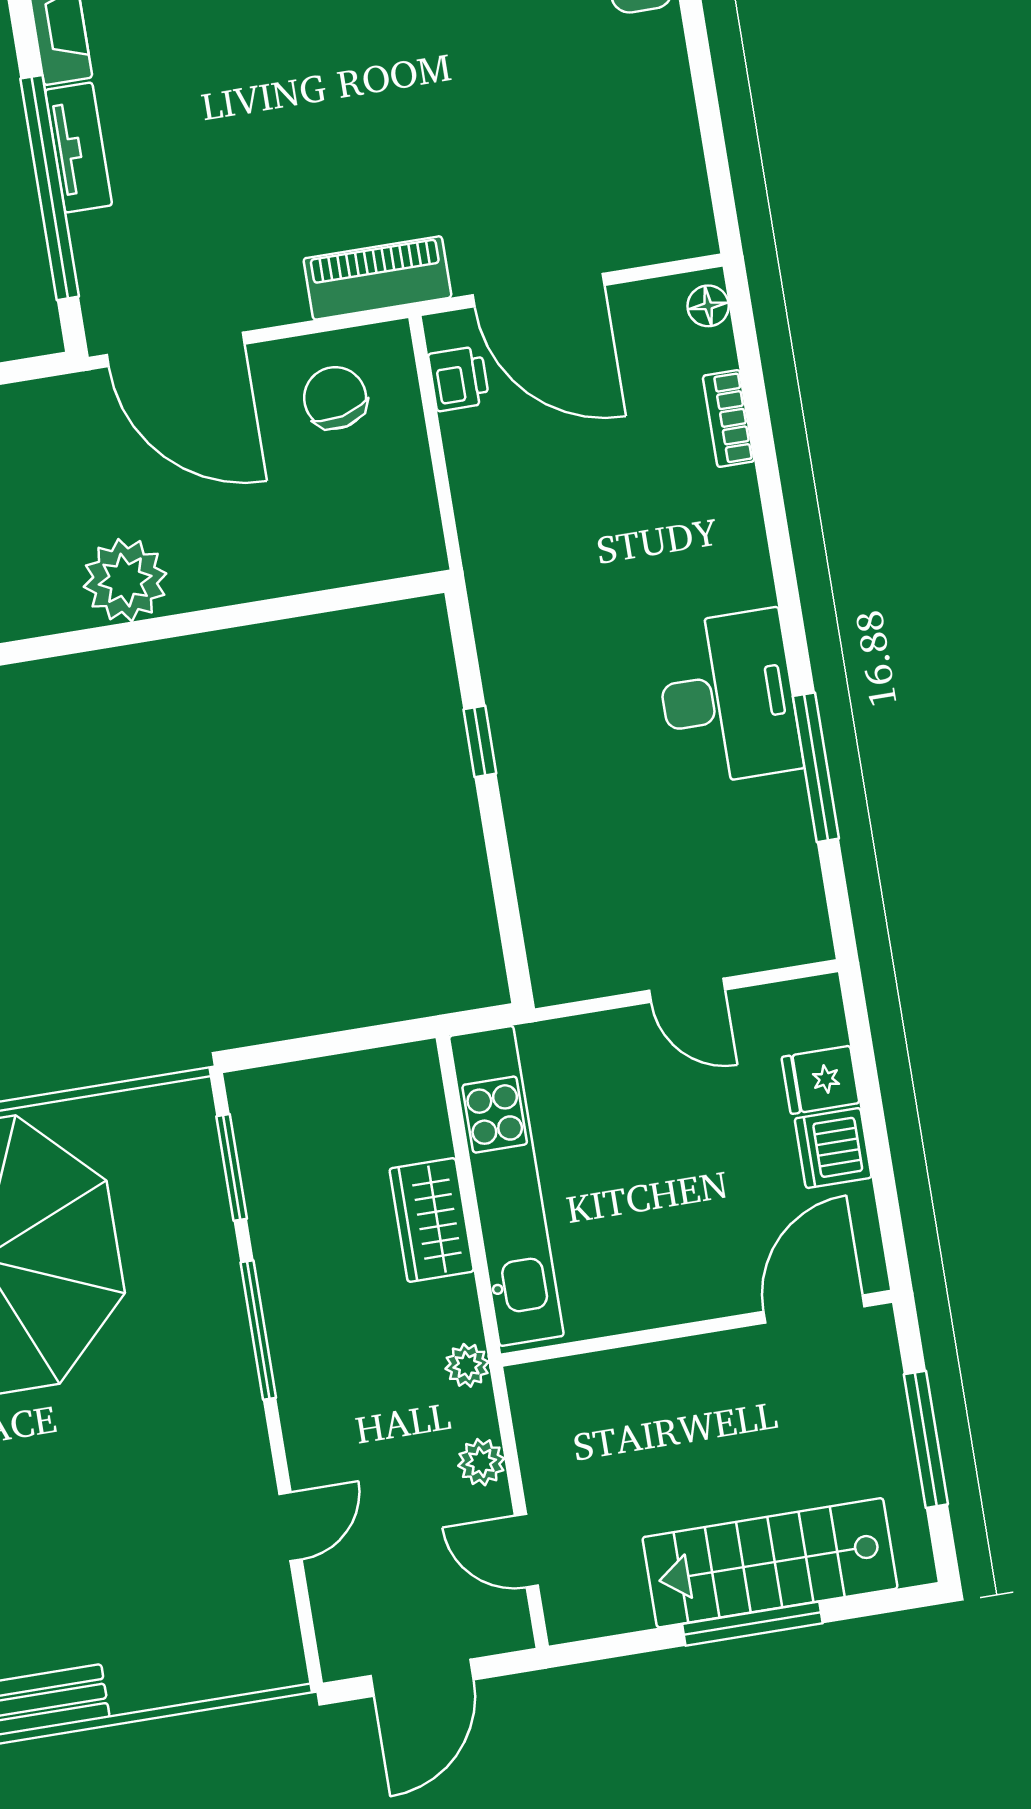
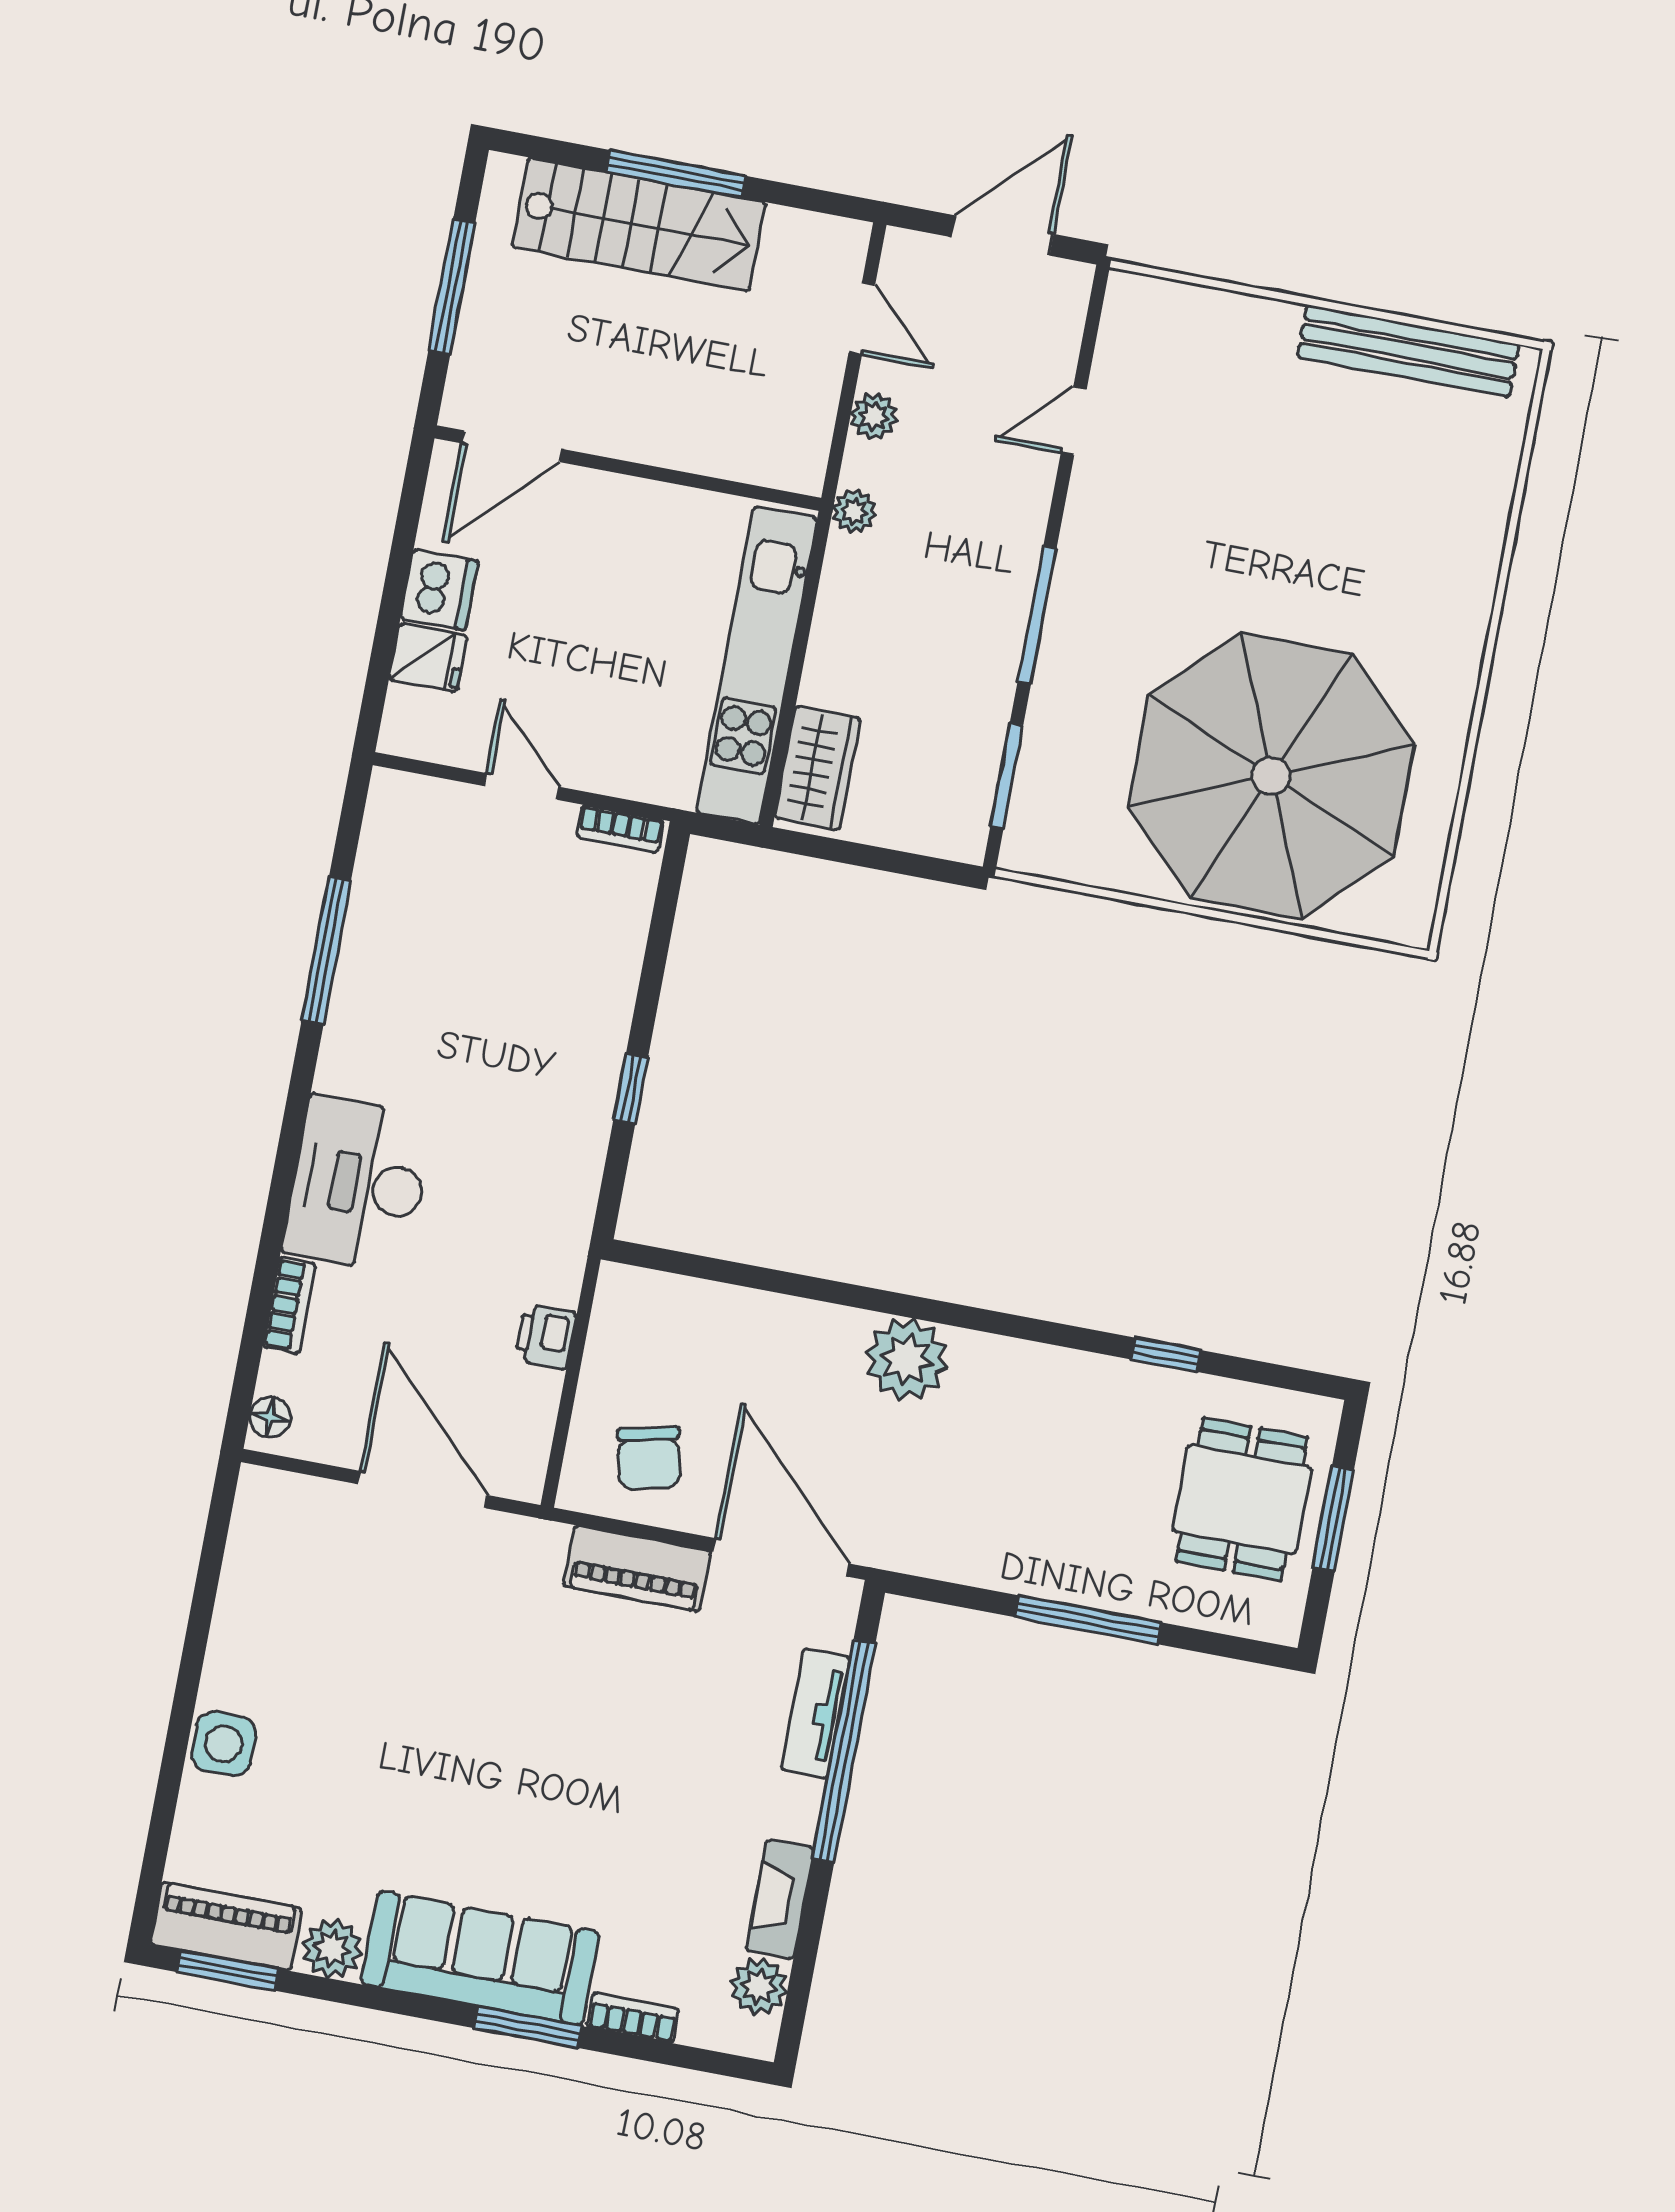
tv unit: (79, 148) -> (816, 1713), moved
piano: (377, 278) -> (637, 1568), moved
printer: (459, 379) -> (546, 1337), moved
desk: (728, 698) -> (358, 1184), moved
bookcase: (579, 984) -> (620, 829), added
wardrobe: (432, 1220) -> (818, 768), moved

